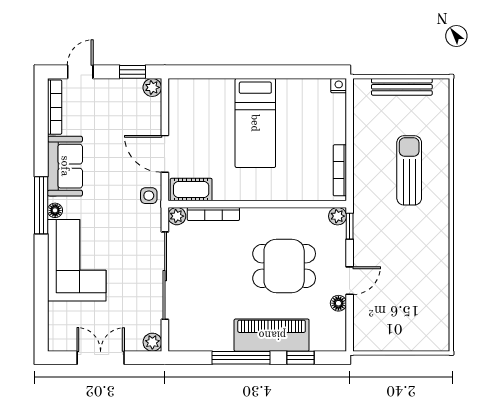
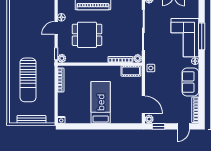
door: (165, 154) -> (143, 105), moved
sun lounger: (409, 170) -> (28, 80), width x1.36, depth x1.34
window: (41, 205) -> (202, 36), moved

